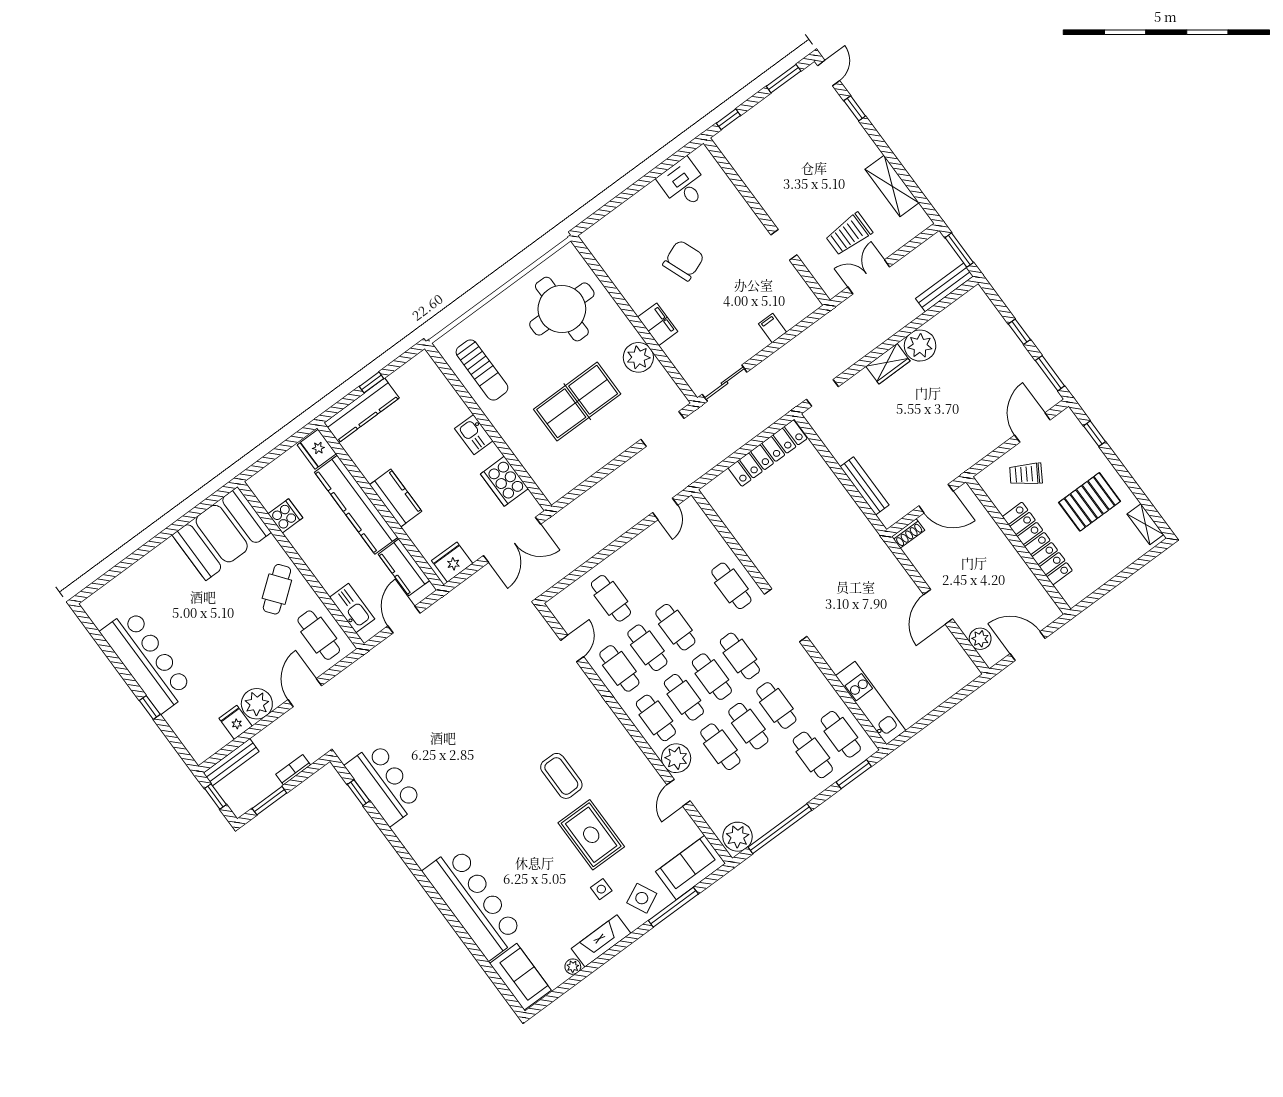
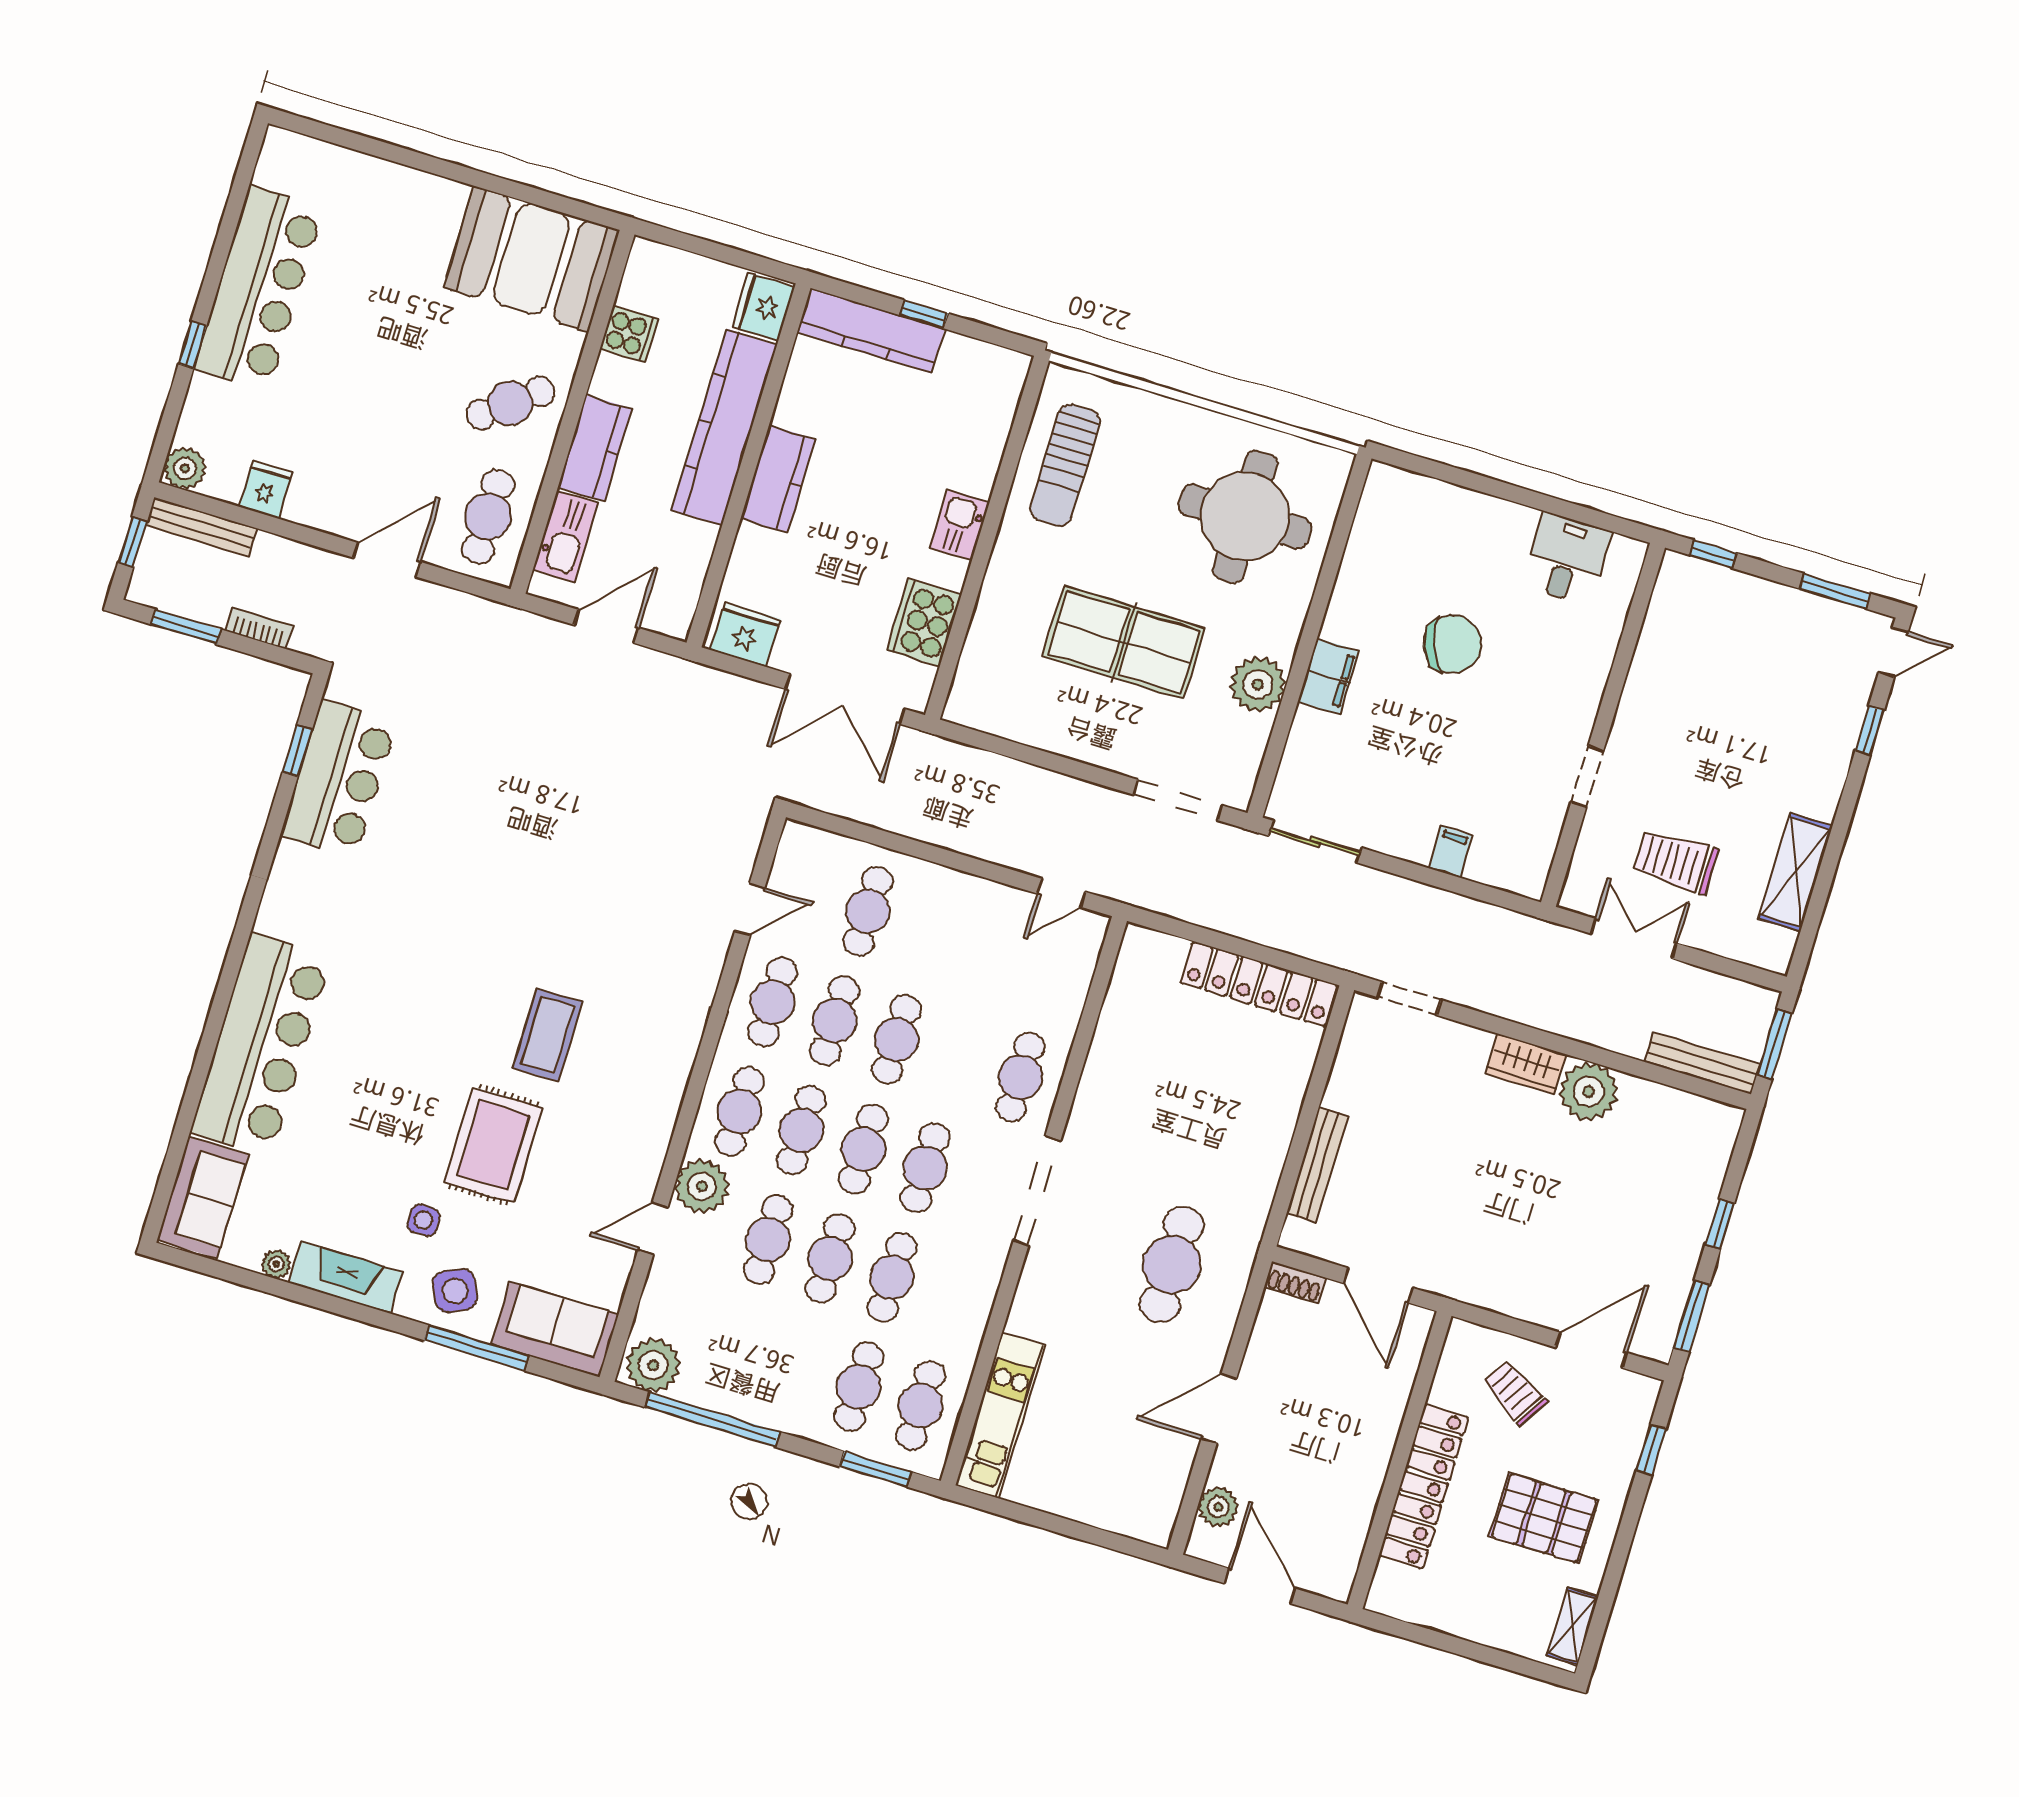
kitchen counter: (404, 567) -> (595, 448), moved, turned 180
cafe table: (861, 581) -> (1172, 1265), added
plant: (257, 704) -> (185, 468), moved, width x0.73, depth x0.73

